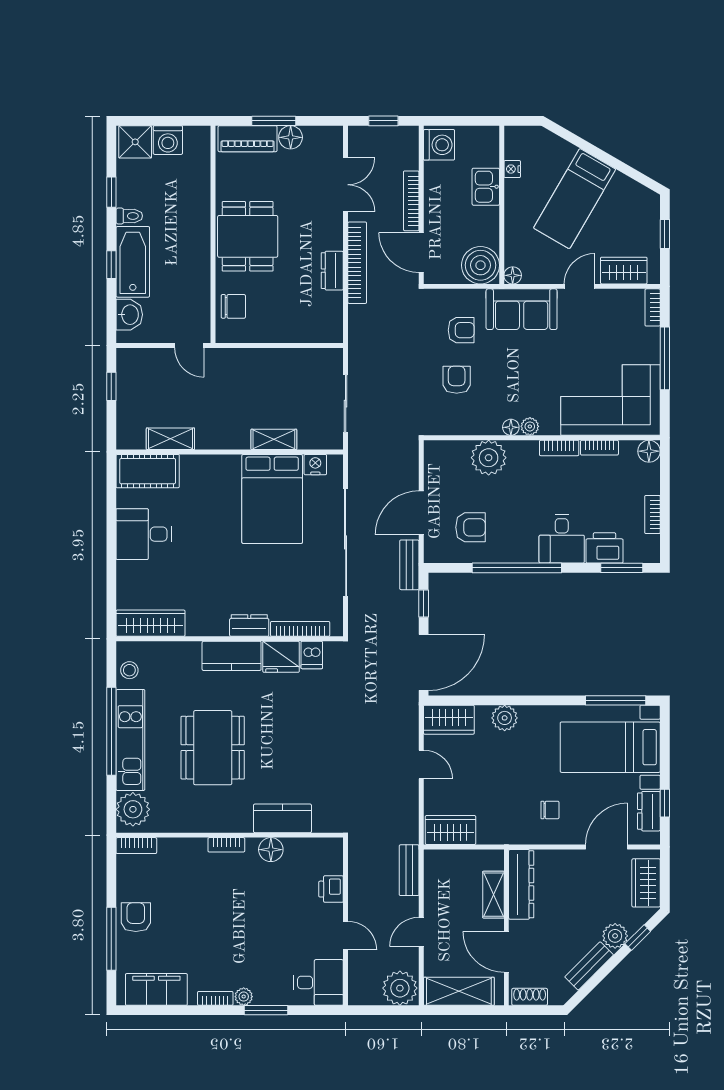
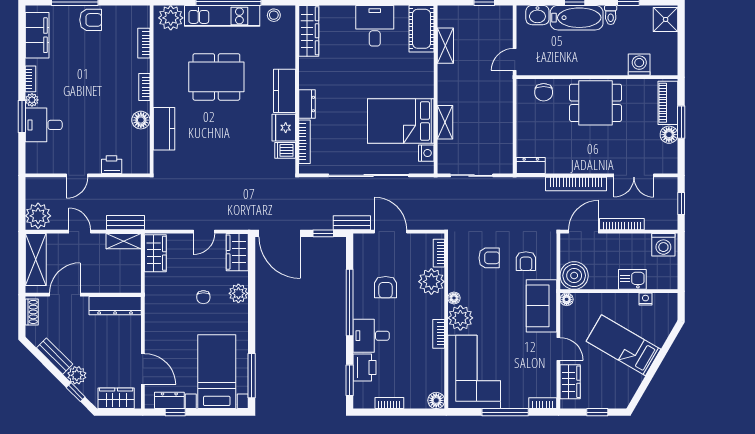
washing machine: (168, 140) -> (639, 65), moved, turned 90
dresser: (332, 271) -> (531, 166), moved
plant: (530, 426) -> (460, 318), width x1.88, depth x1.88
bookcase: (599, 448) -> (439, 253), moved
armchair: (470, 527) -> (386, 287), moved
chair: (550, 810) -> (203, 297), moved
bookcase: (136, 846) -> (144, 43), moved
shelving: (493, 895) -> (124, 241), moved
desk: (318, 982) -> (44, 125), moved, turned 90

